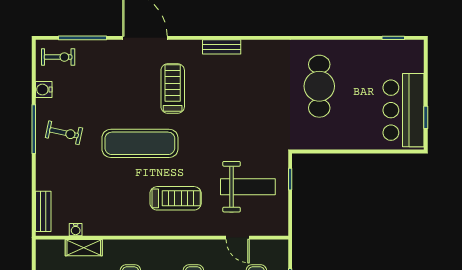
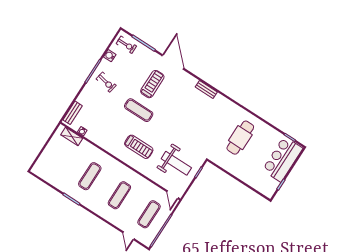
treadmill: (173, 89) -> (152, 84), moved
bar counter: (404, 110) -> (282, 159), moved
exercise mat: (140, 143) -> (139, 110), width x0.73, depth x0.69
door: (238, 238) -> (173, 195), moved
shelving: (84, 248) -> (72, 136), moved

